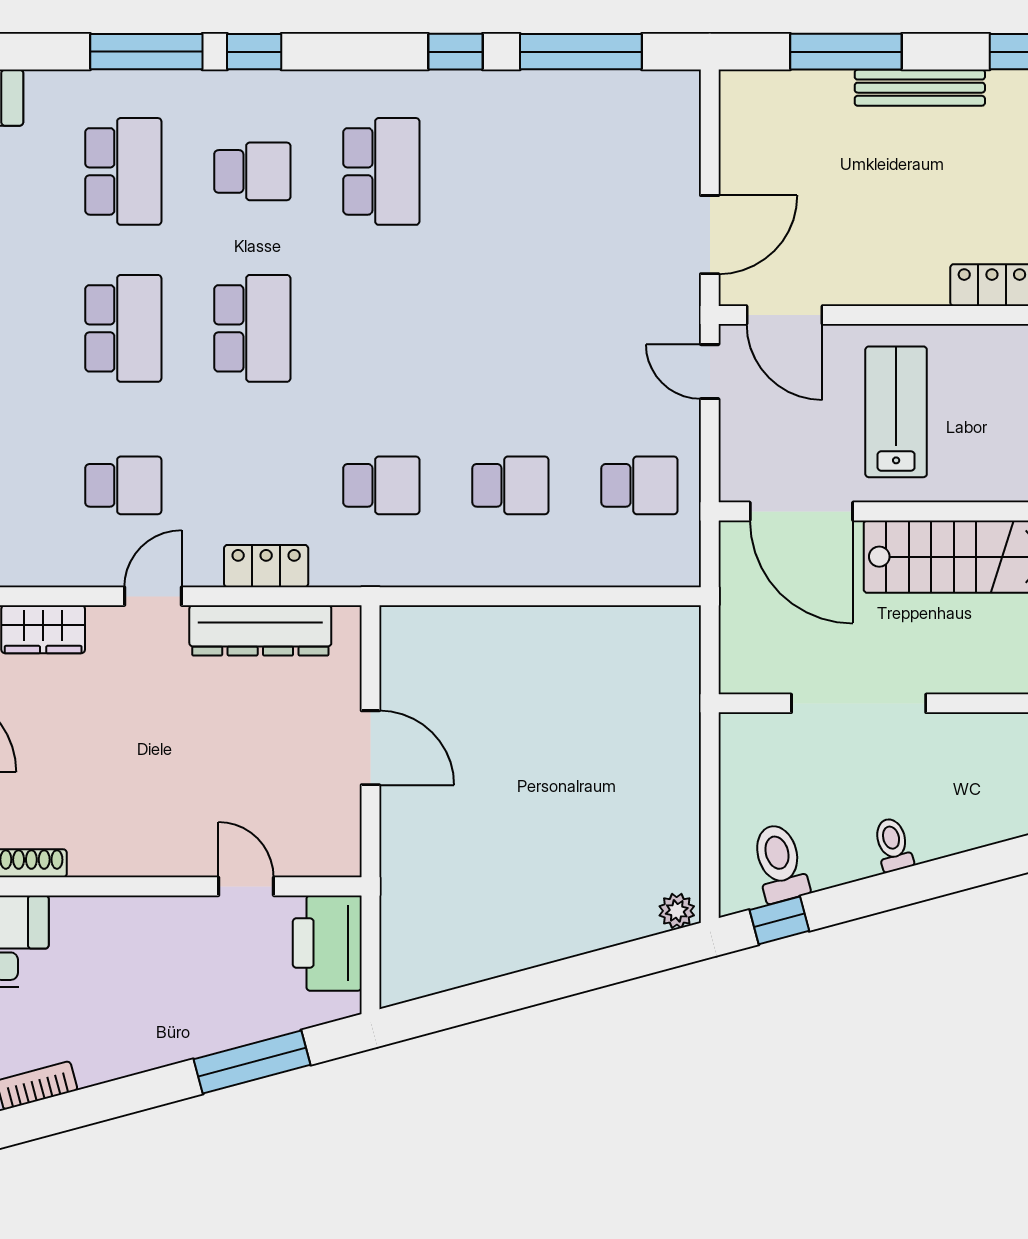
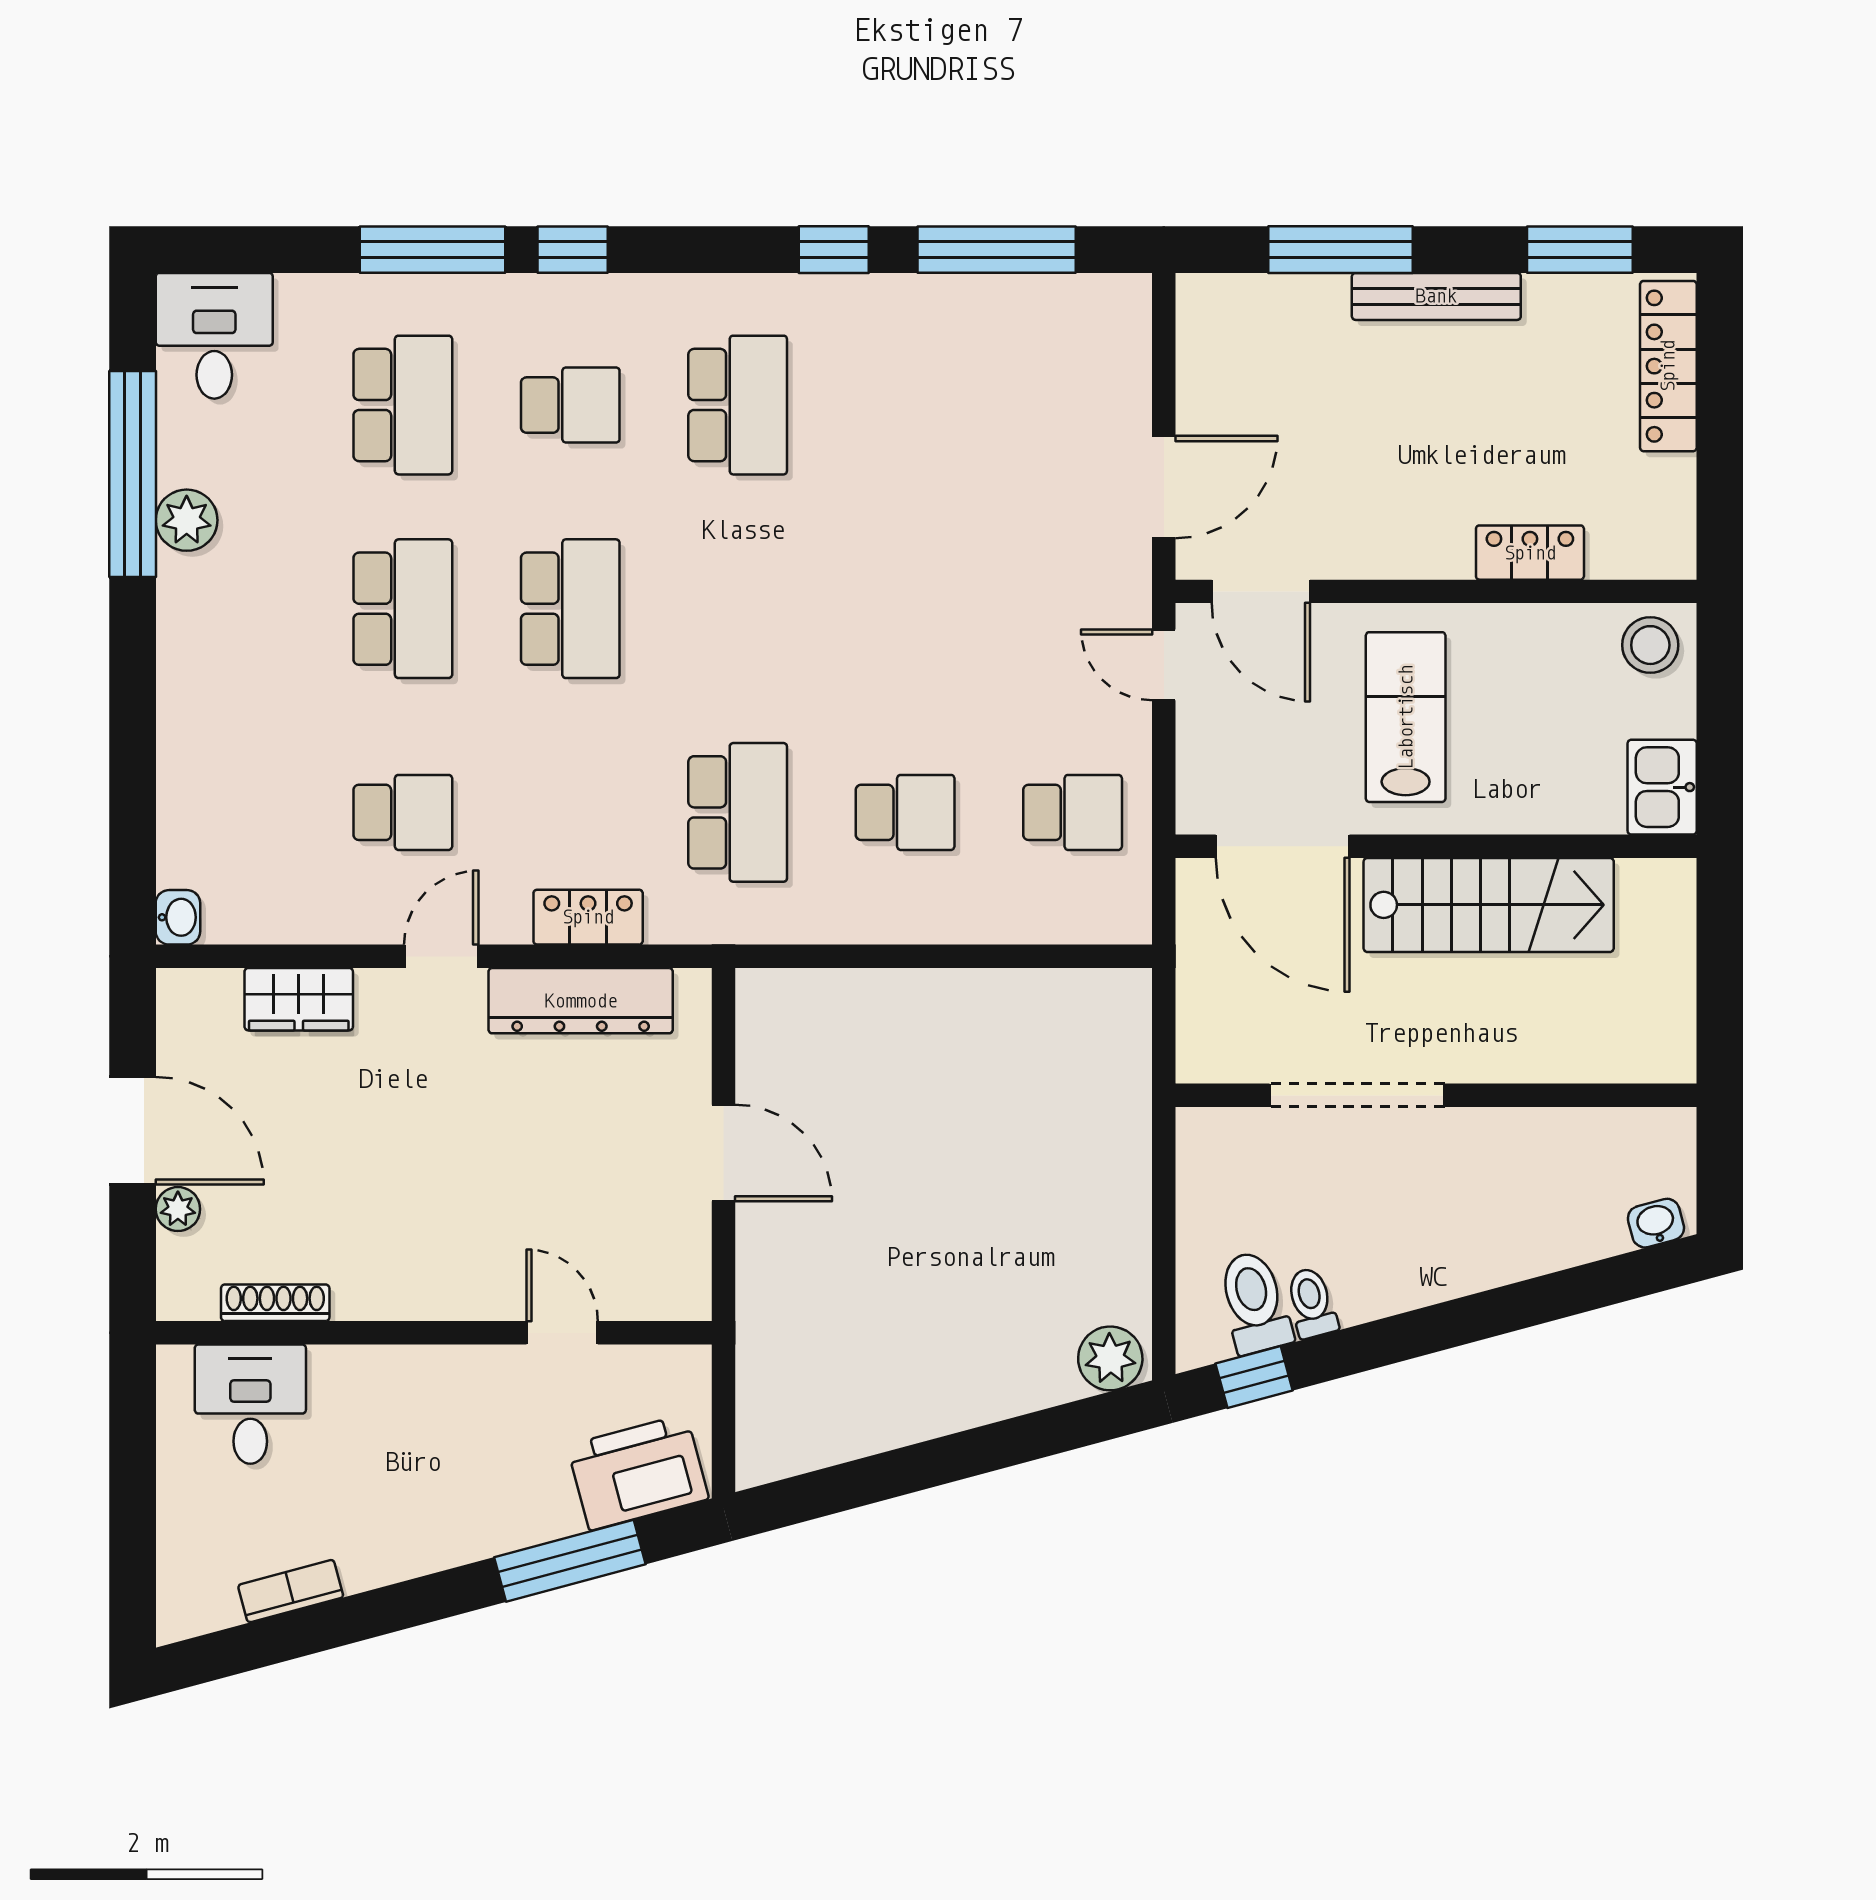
school desk: (381, 485) -> (738, 812), width x1.85
toilet: (893, 845) -> (1312, 1303), moved
plant: (677, 911) -> (1110, 1358), width x1.38, depth x1.38
printer: (327, 943) -> (638, 1472), moved, turned 75

